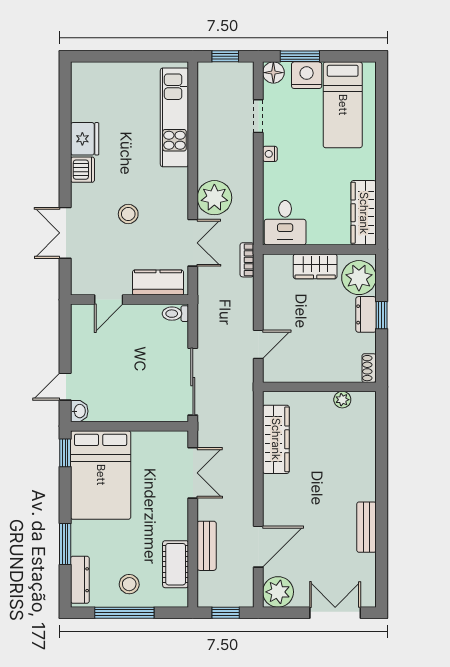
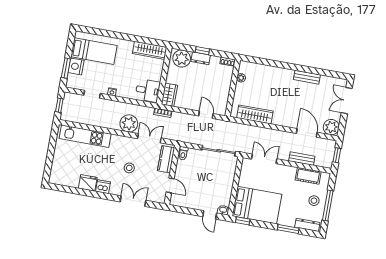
floor lamp: (273, 73) -> (72, 83), removed
double door: (65, 233) -> (133, 201), swing flipped
wardrobe: (315, 266) -> (169, 95), moved

